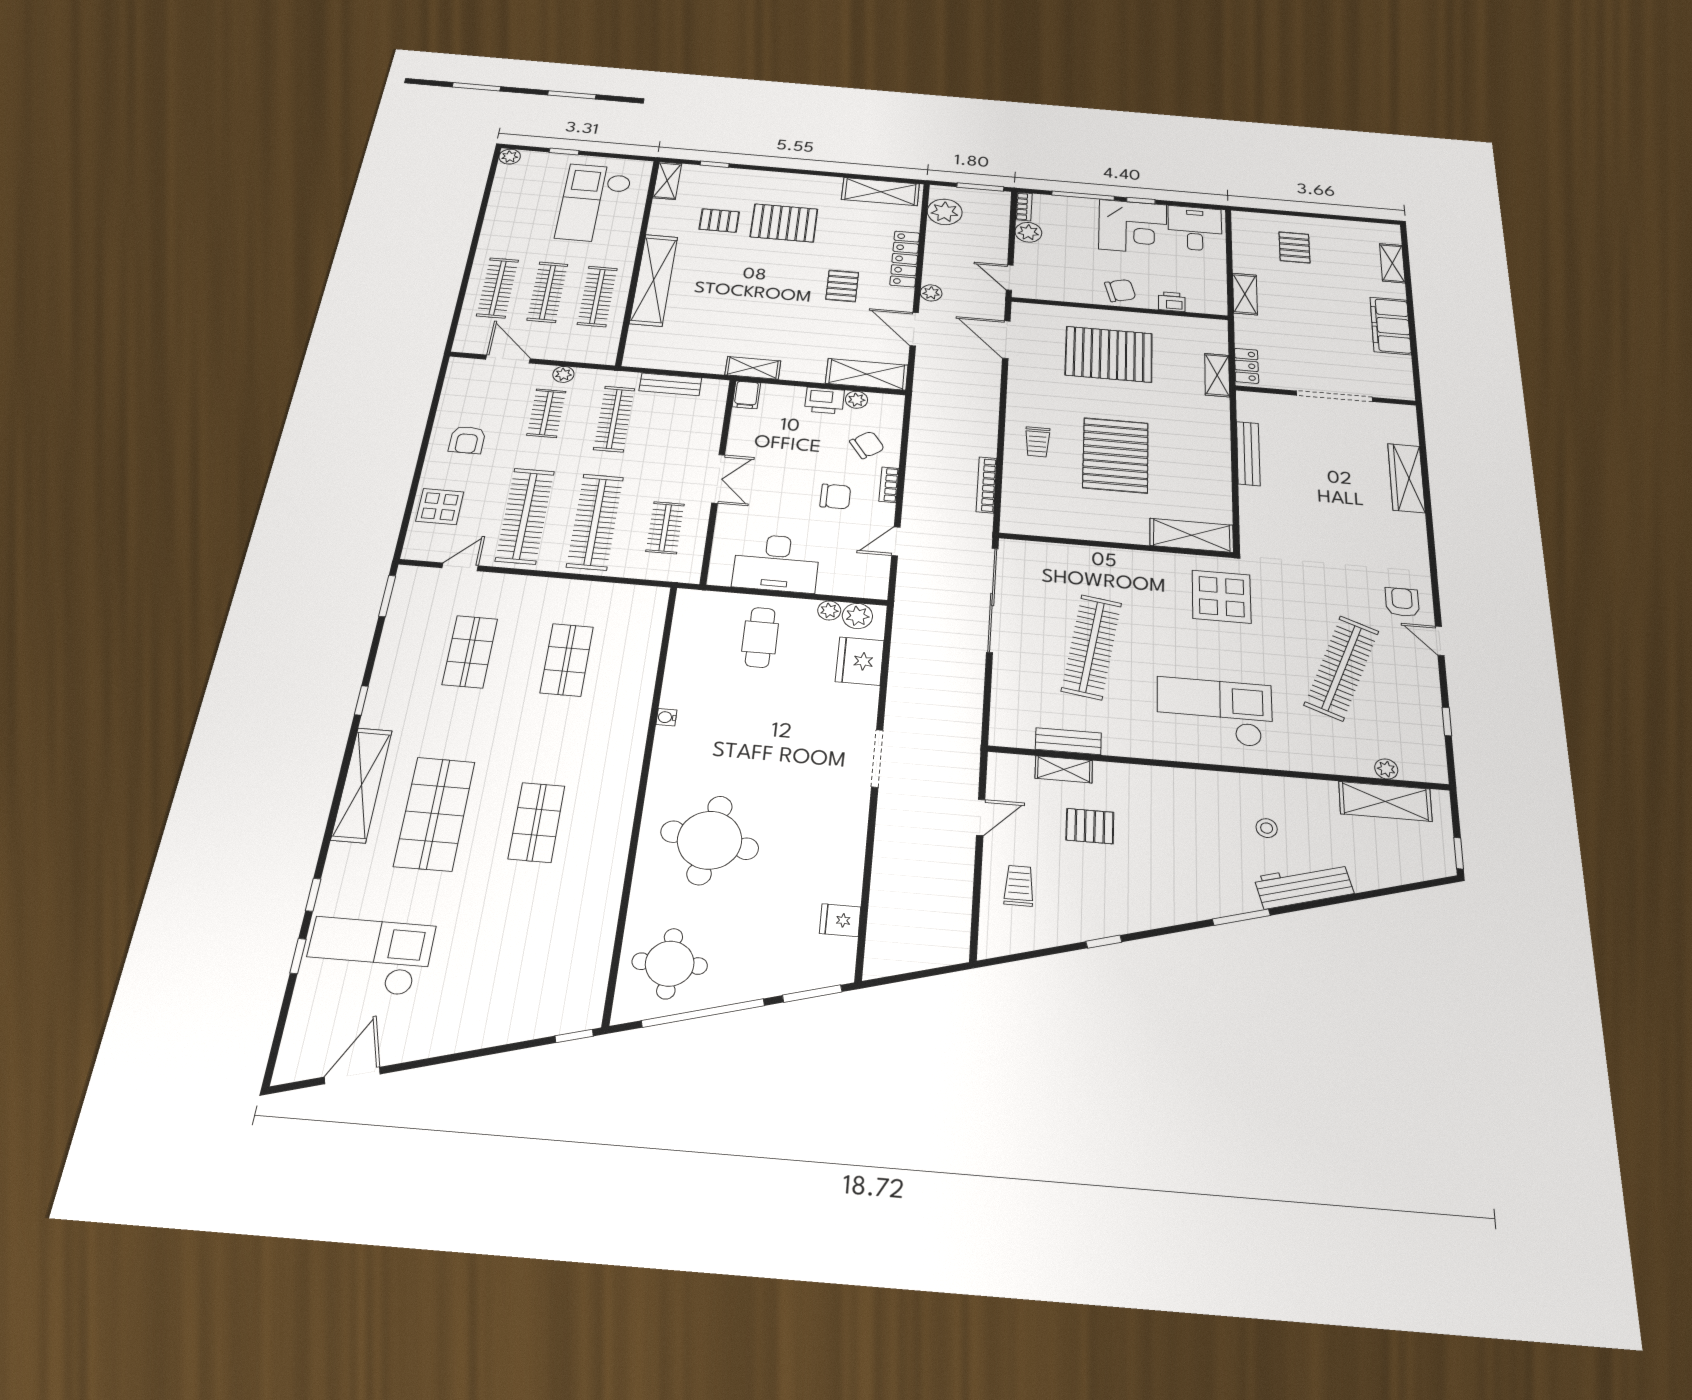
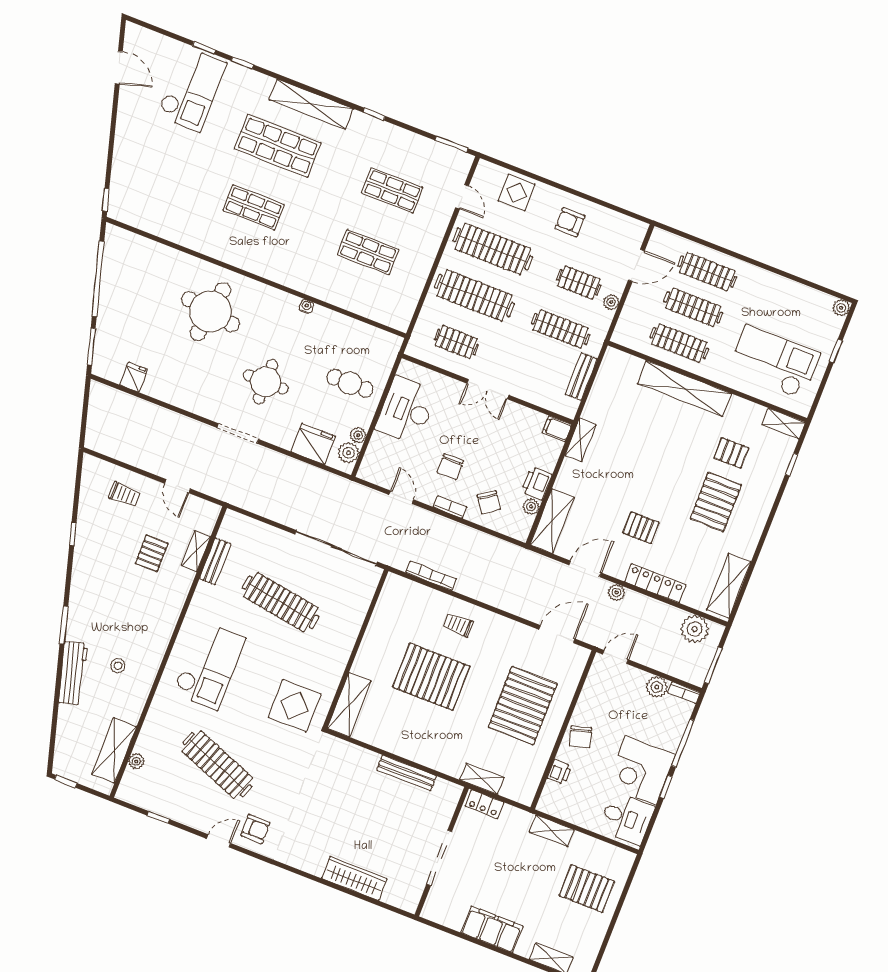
pallet: (719, 221) -> (731, 453), turned 90
pallet: (1294, 247) -> (587, 888), width x1.50, depth x1.42
round table: (670, 964) -> (266, 382), moved

